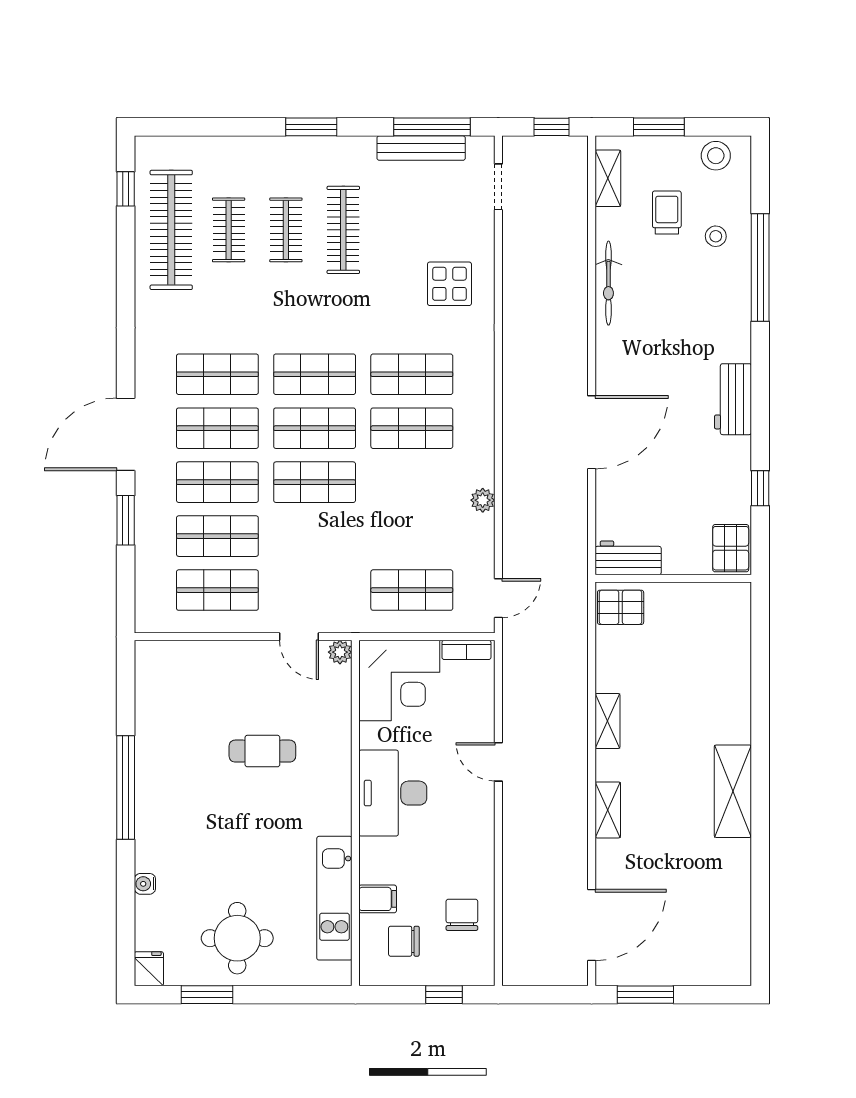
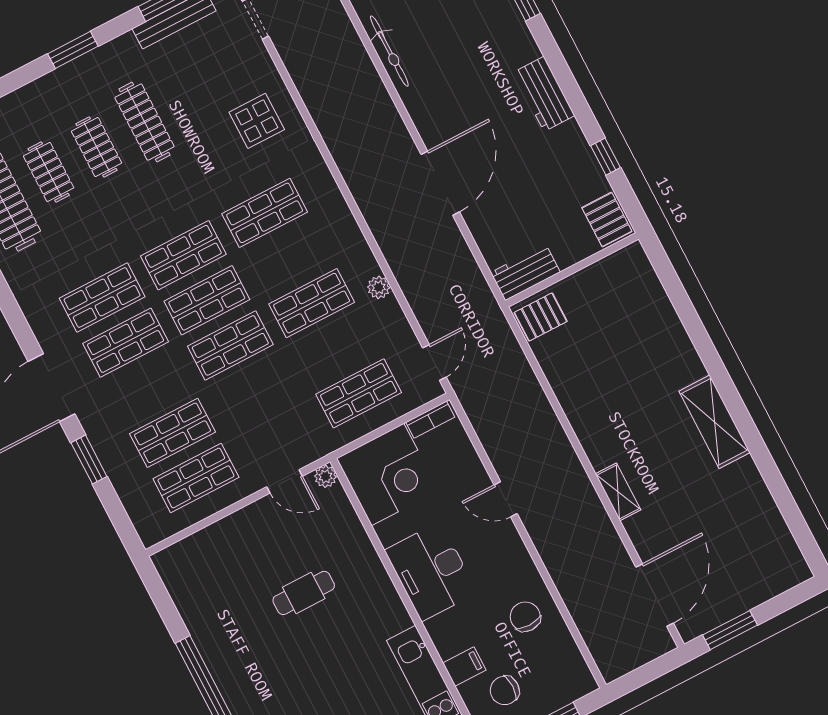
shop shelf: (412, 428) -> (312, 303), moved
shop shelf: (217, 482) -> (149, 388), removed
shelving: (608, 721) -> (579, 418), removed
chair: (462, 915) -> (525, 617), moved

